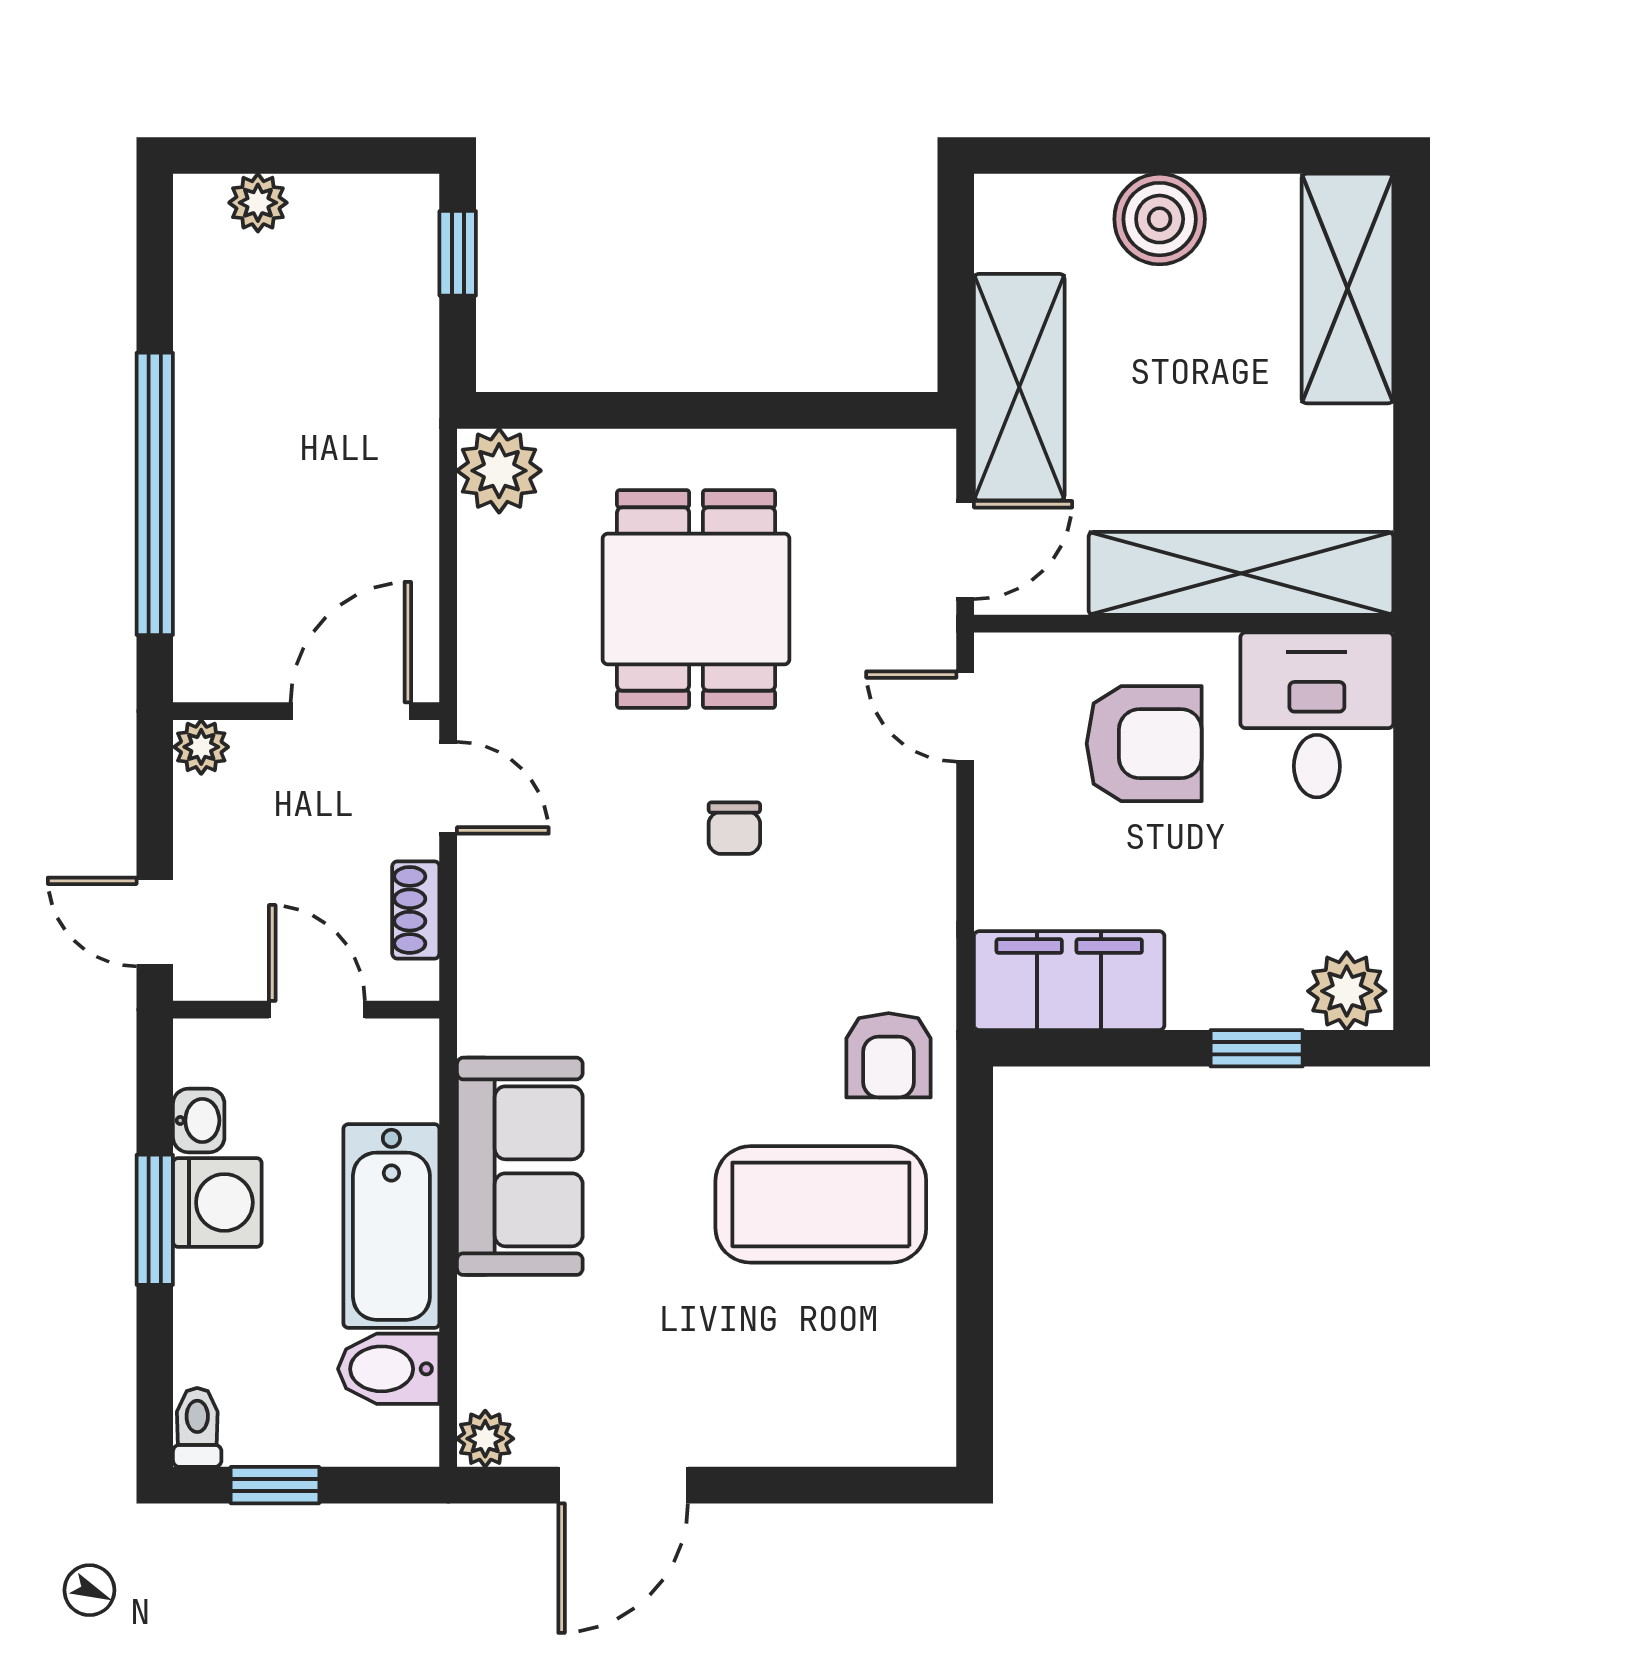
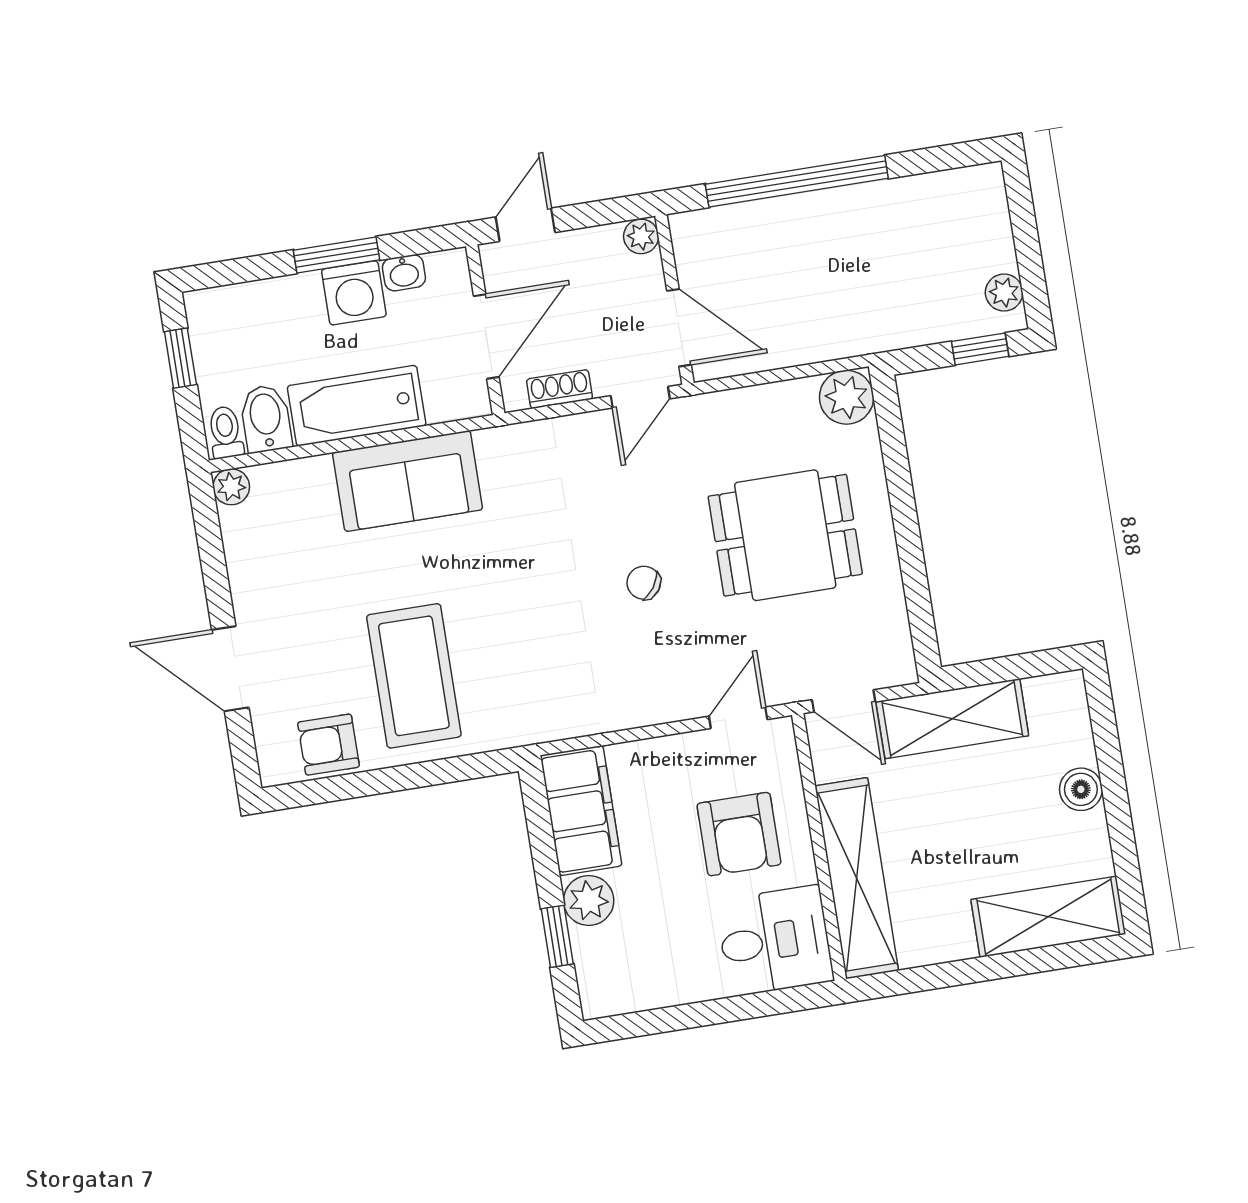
plant: (258, 203) -> (1004, 292), moved
boiler: (1160, 219) -> (1081, 789), width x0.73, depth x0.73
chair: (734, 828) -> (644, 583), turned 35
plant: (1347, 991) -> (589, 901), moved
door: (317, 1010) -> (486, 336), width x1.38
armchair: (889, 1055) -> (329, 745), moved
toilet: (197, 1427) -> (226, 432), moved, turned -90
door: (623, 1485) -> (230, 669), moved

